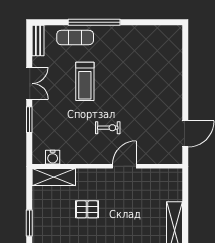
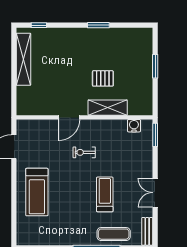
treadmill: (160, 84) -> (37, 192), added
window: (29, 120) -> (155, 135), moved
shelving: (54, 177) -> (108, 108), moved

